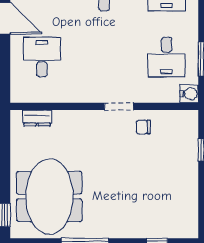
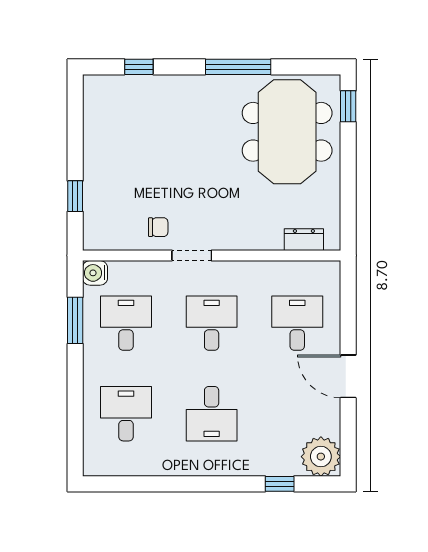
desk: (42, 57) -> (297, 323), turned 180
desk: (104, 57) -> (212, 323), added

